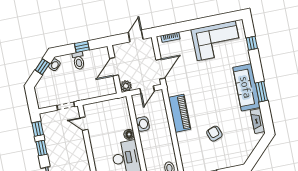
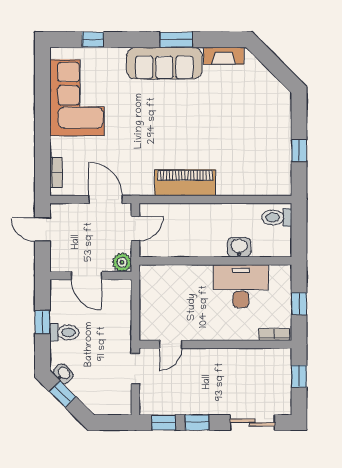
door: (147, 90) -> (135, 228), hinge flipped
washbasin: (143, 124) -> (239, 247), moved
floor lamp: (129, 134) -> (203, 273), removed
armchair: (214, 134) -> (230, 132), removed

